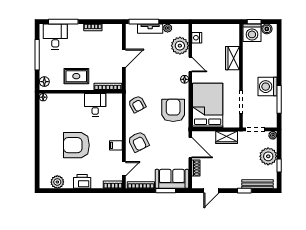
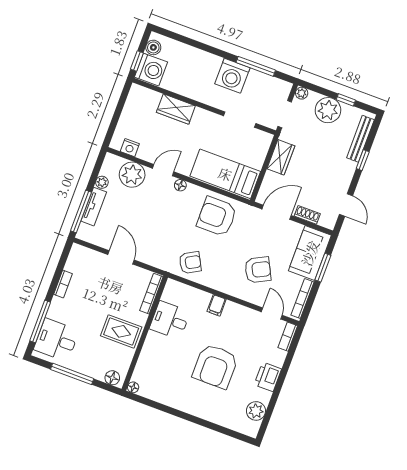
rug: (76, 76) -> (121, 331), turned 90
bed: (208, 105) -> (225, 174), width x0.67
armchair: (138, 142) -> (258, 270), moved
filing cabinet: (116, 145) -> (217, 305), moved

